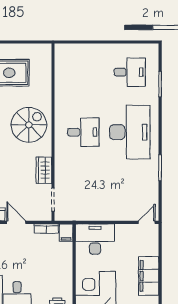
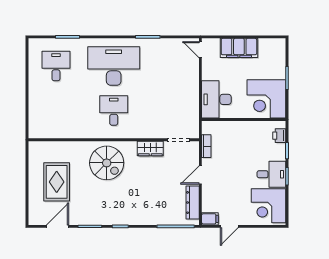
spiral stairs: (29, 125) -> (107, 163), turned 180
filing cabinet: (66, 233) -> (210, 127), removed
filing cabinet: (149, 276) -> (239, 48), moved

